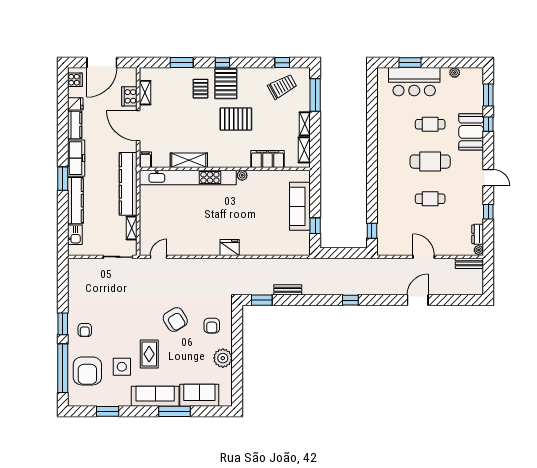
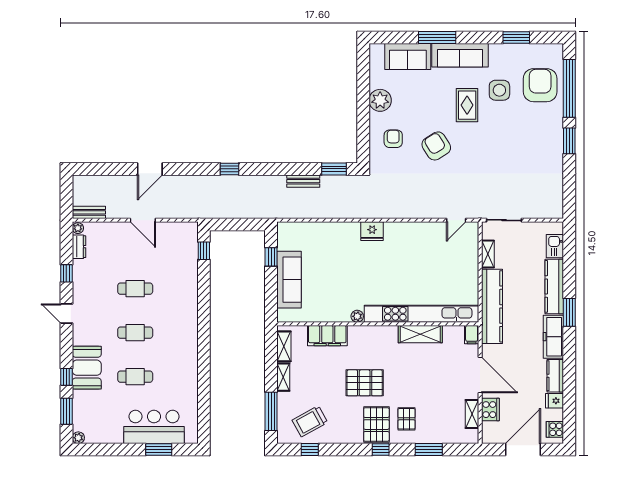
plant: (455, 73) -> (78, 438), moved
cafe table: (430, 162) -> (135, 333), width x0.73, depth x0.74
armchair: (85, 330) -> (543, 133), removed

